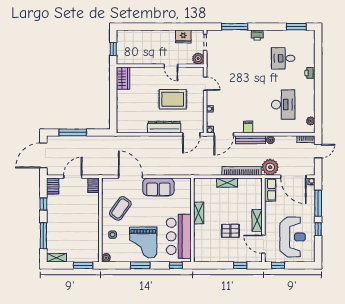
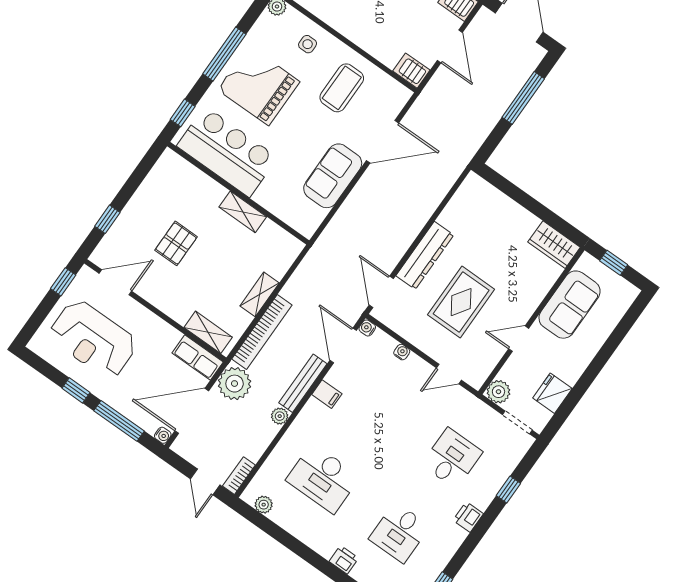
window: (235, 27) -> (508, 490), width x0.46
sofa: (143, 55) -> (570, 305), added
desk: (238, 58) -> (452, 458), added
desk: (283, 58) -> (399, 533), turned 180
coffee table: (120, 208) -> (342, 88), turned 55
shelving: (257, 220) -> (208, 332), moved
window: (140, 265) -> (224, 54), width x1.44

